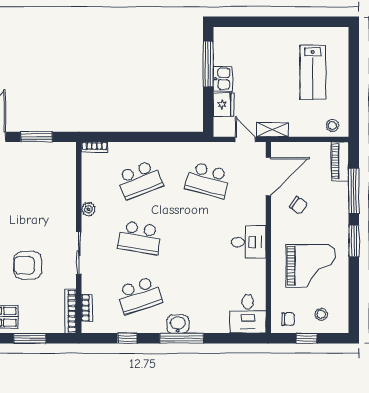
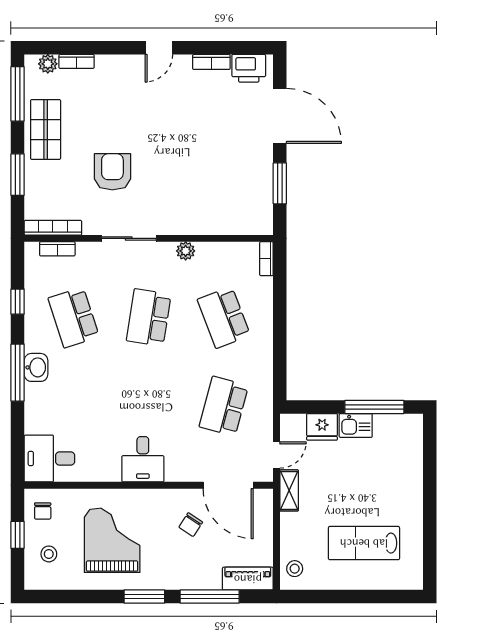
grand piano: (311, 266) -> (112, 540), turned 180

